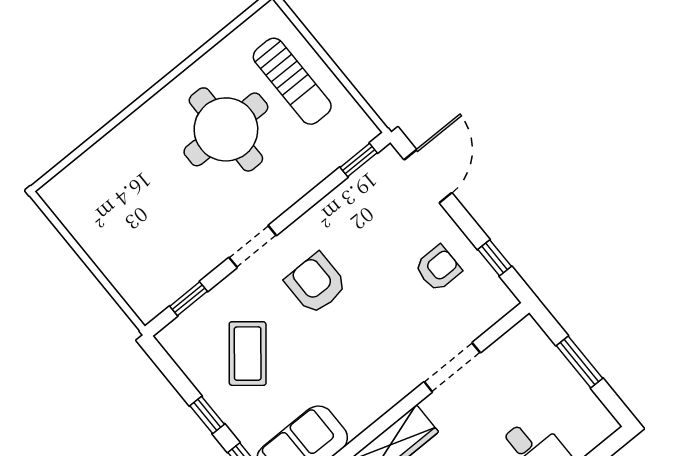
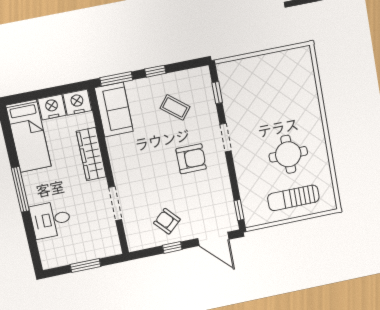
round table: (226, 129) -> (288, 154), width x0.73, depth x0.73
window: (495, 258) -> (172, 247), moved
armchair: (438, 268) -> (167, 221), turned 138
coffee table: (248, 354) -> (175, 107), width x0.73, depth x0.77

